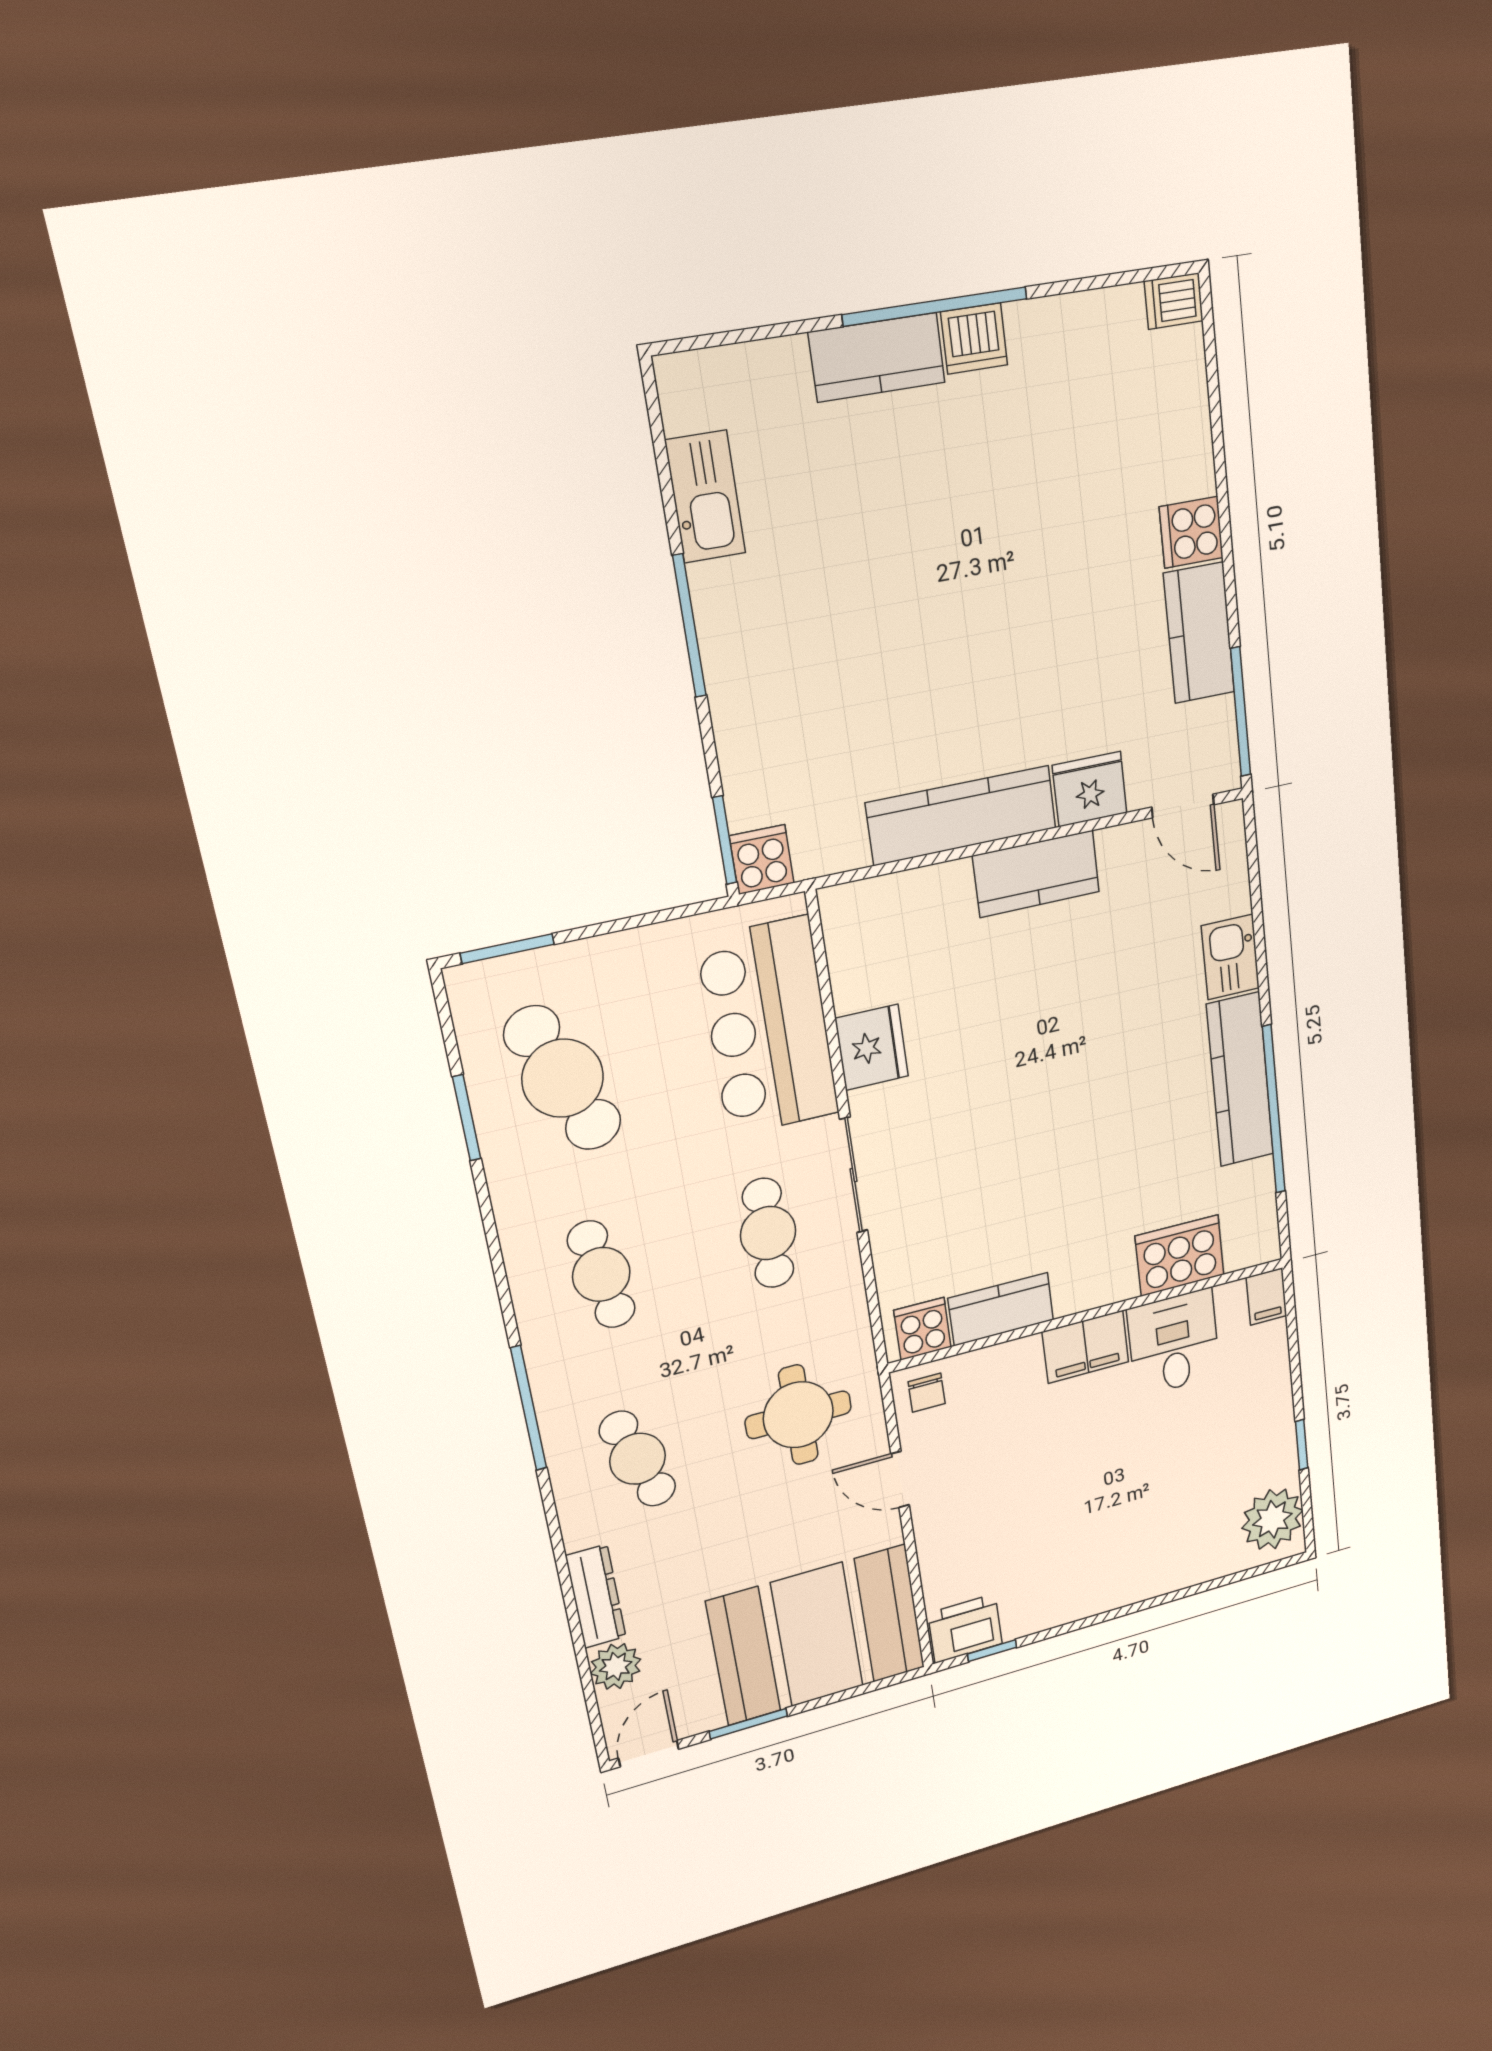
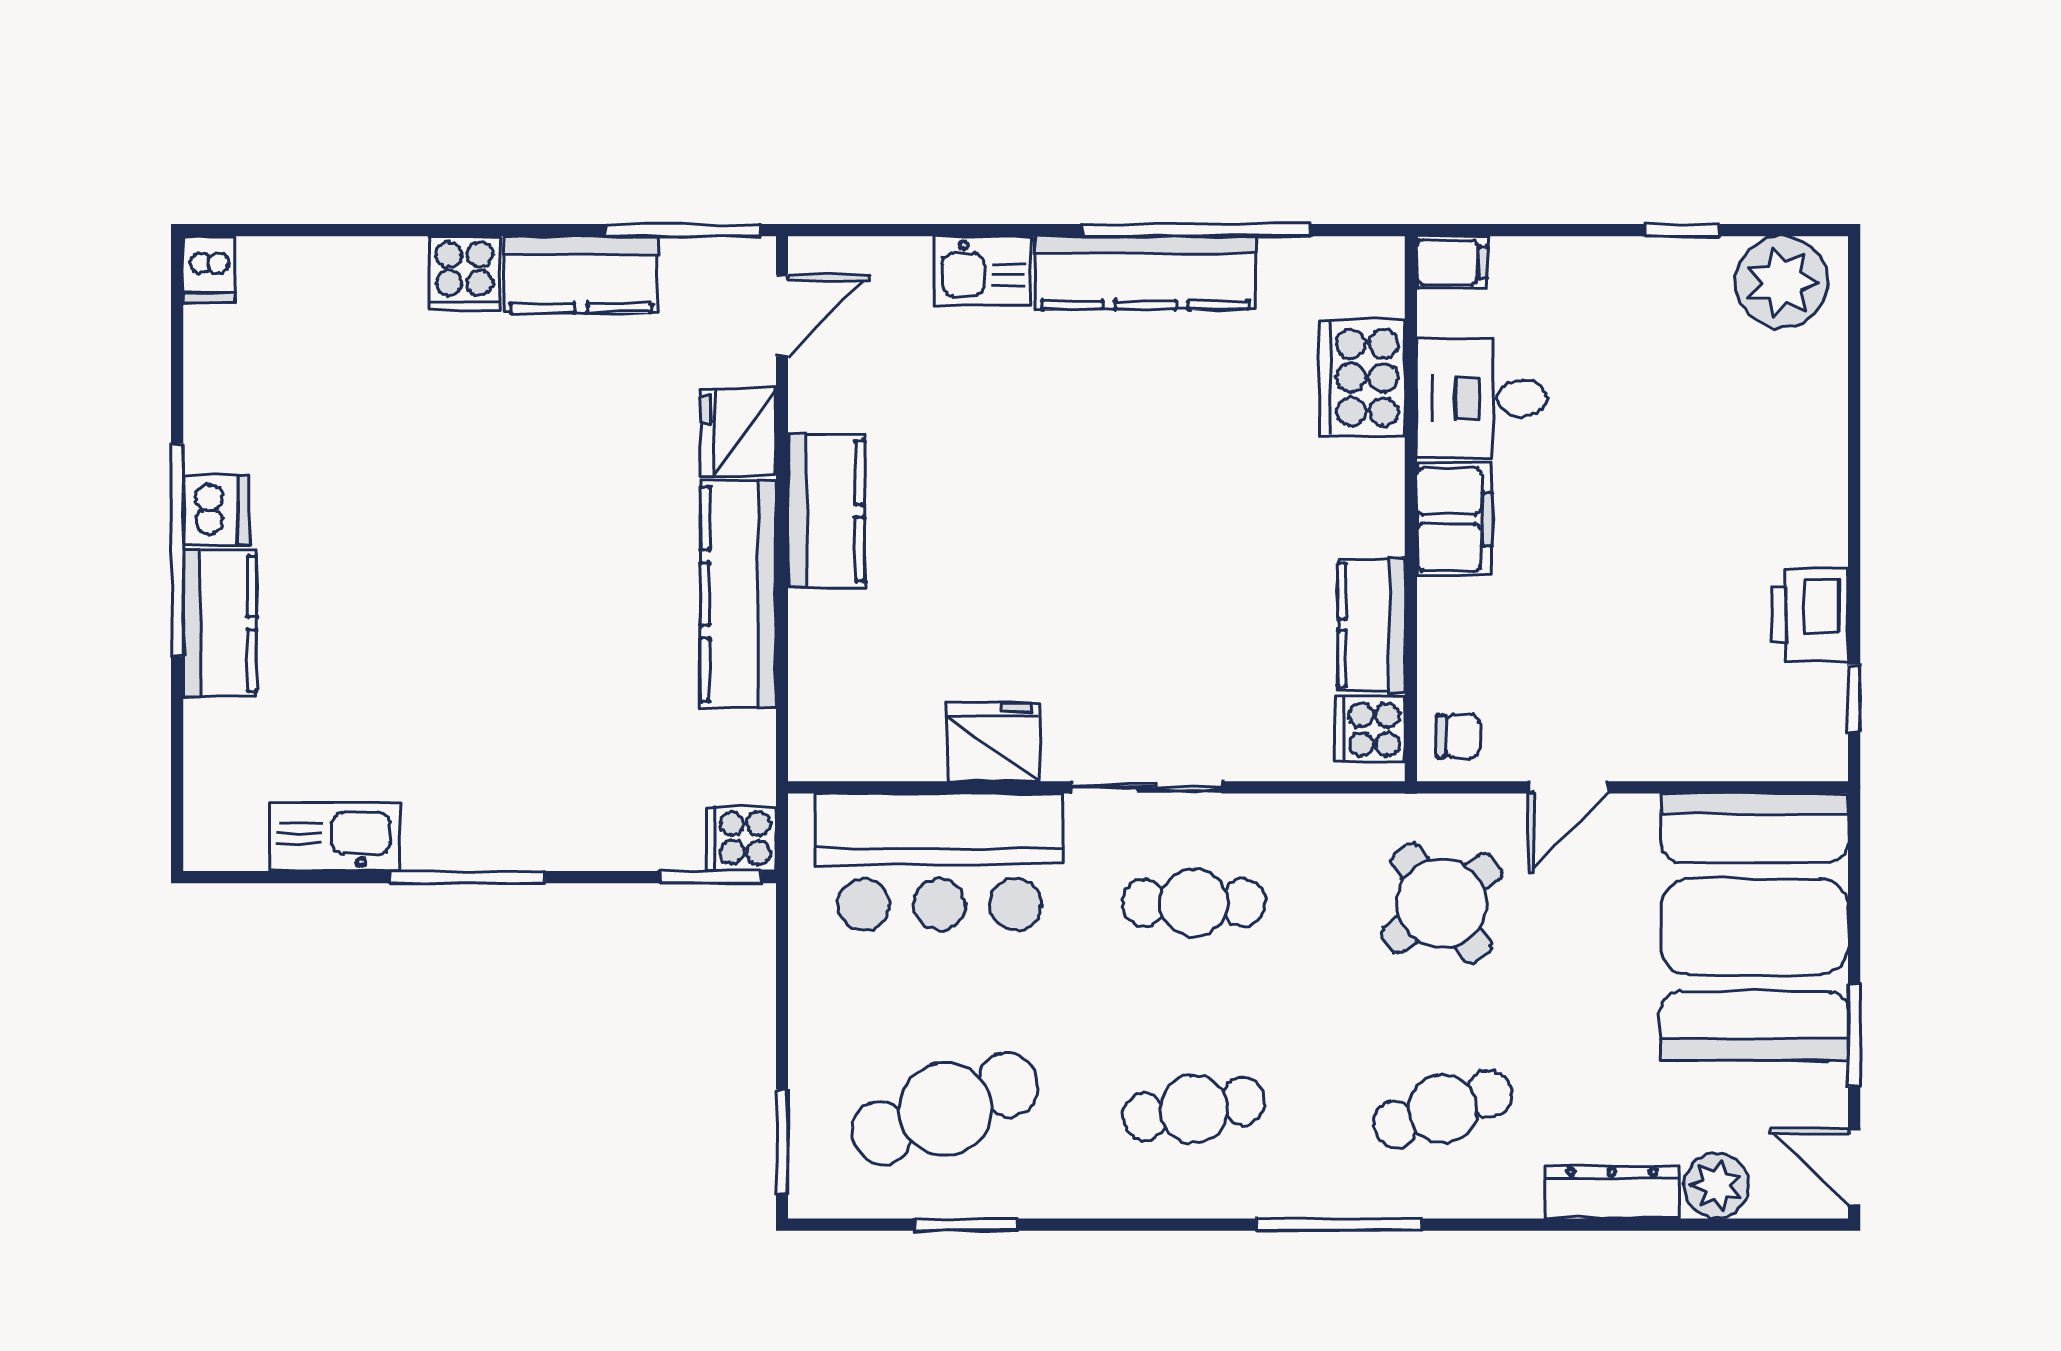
round table: (798, 1415) -> (1441, 903), turned -37
printer: (965, 1628) -> (1809, 615), moved

